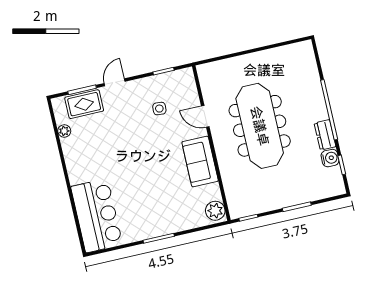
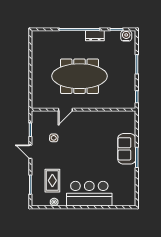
door: (115, 82) -> (30, 152), moved
rug: (84, 104) -> (52, 181), moved
water cooler: (330, 158) -> (126, 36), moved
sofa: (200, 162) -> (127, 149), moved, turned 90
plant: (215, 211) -> (127, 117), removed
bar counter: (97, 216) -> (89, 194), moved

